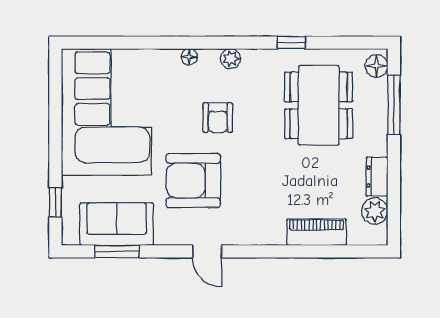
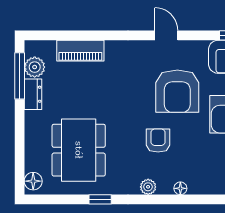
window: (394, 105) -> (20, 76), moved
armchair: (193, 181) -> (177, 91), turned 90

